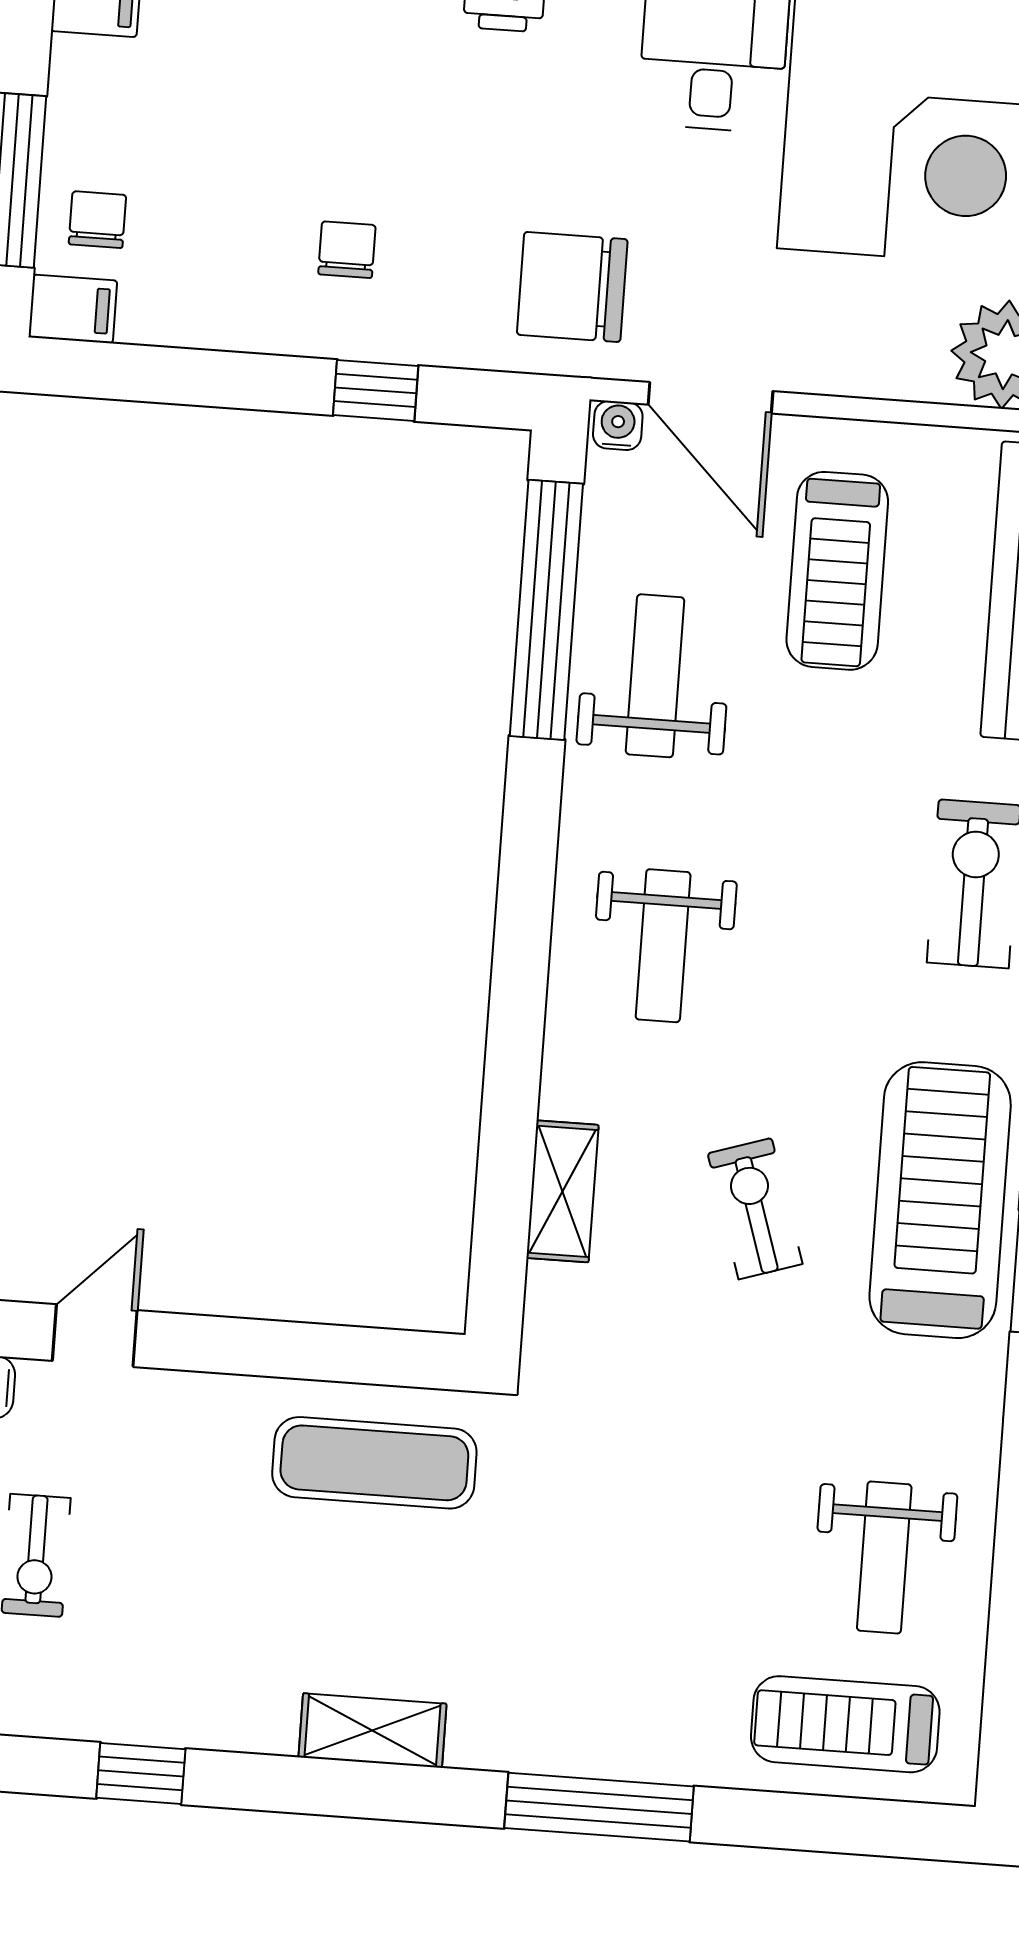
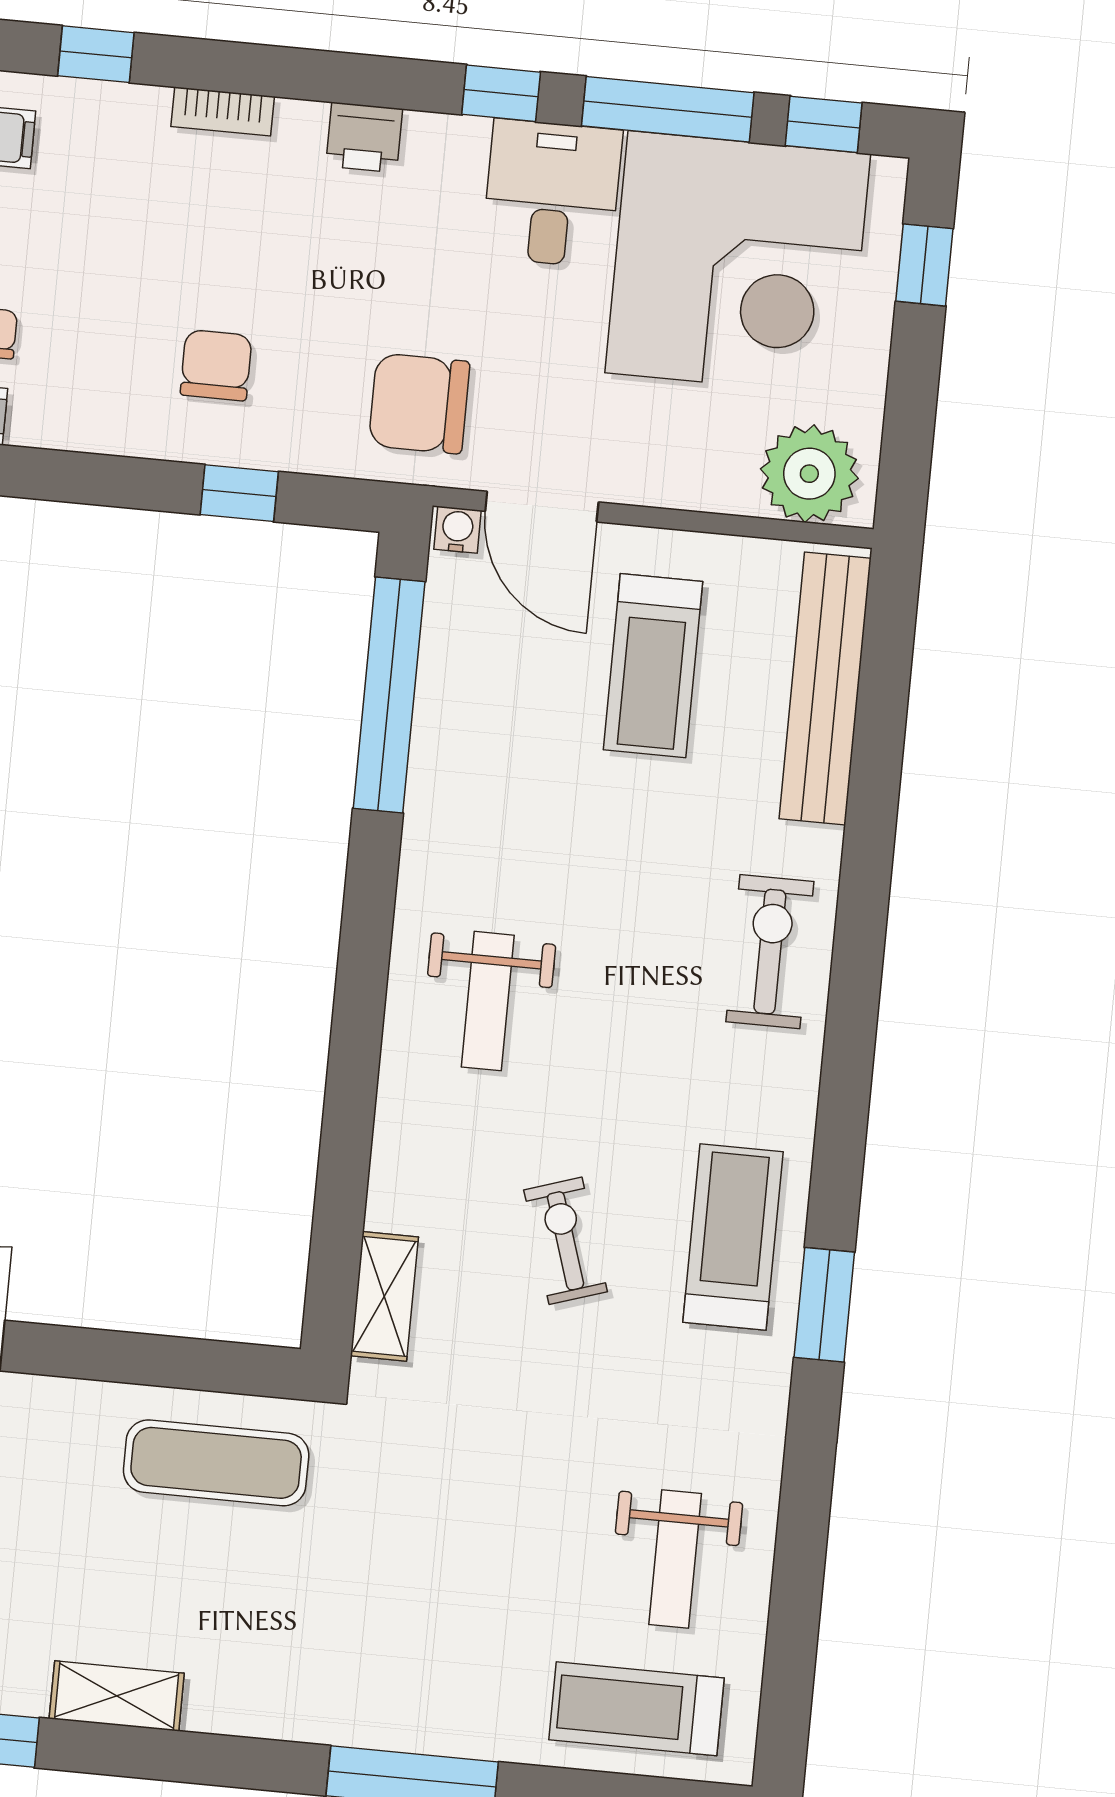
chair: (347, 250) -> (216, 365), width x1.37, depth x1.37
weight bench: (655, 676) -> (486, 757), removed
shelving: (562, 1191) -> (384, 1296), moved
treadmill: (940, 1200) -> (733, 1237), width x0.73, depth x0.73
shelving: (372, 1731) -> (117, 1696), moved

